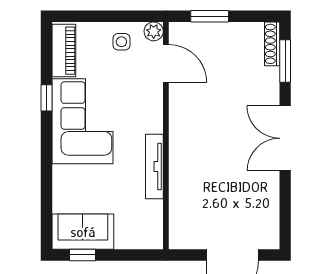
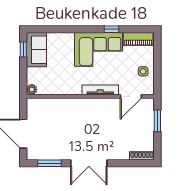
plant: (154, 31) -> (32, 89), moved
window: (285, 61) -> (50, 163), moved
double door: (285, 138) -> (89, 163), swing flipped
tv unit: (154, 166) -> (100, 90), moved

